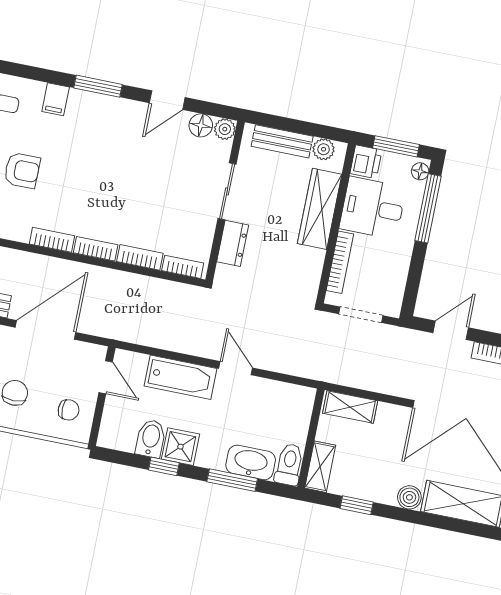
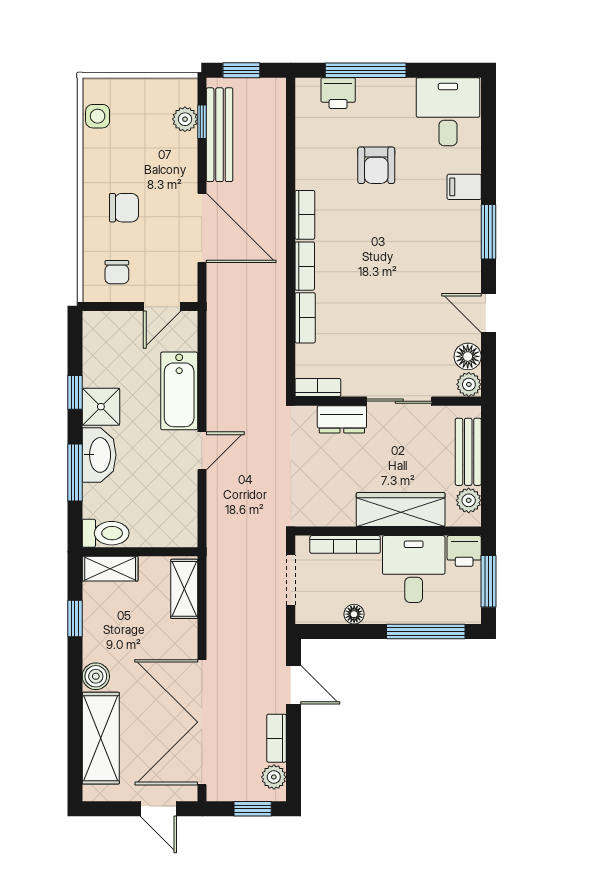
floor lamp: (420, 171) -> (354, 614), moved
bookcase: (183, 267) -> (318, 388), moved, turned -90
bidet: (151, 439) -> (103, 371), removed
washbasin: (251, 462) -> (99, 455), moved

